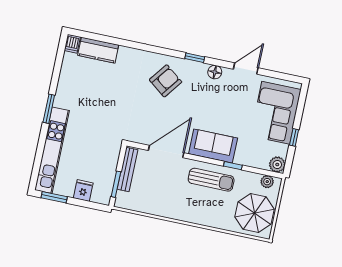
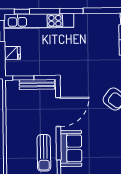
door: (166, 152) -> (58, 112), hinge flipped
window: (36, 168) -> (22, 12), added

